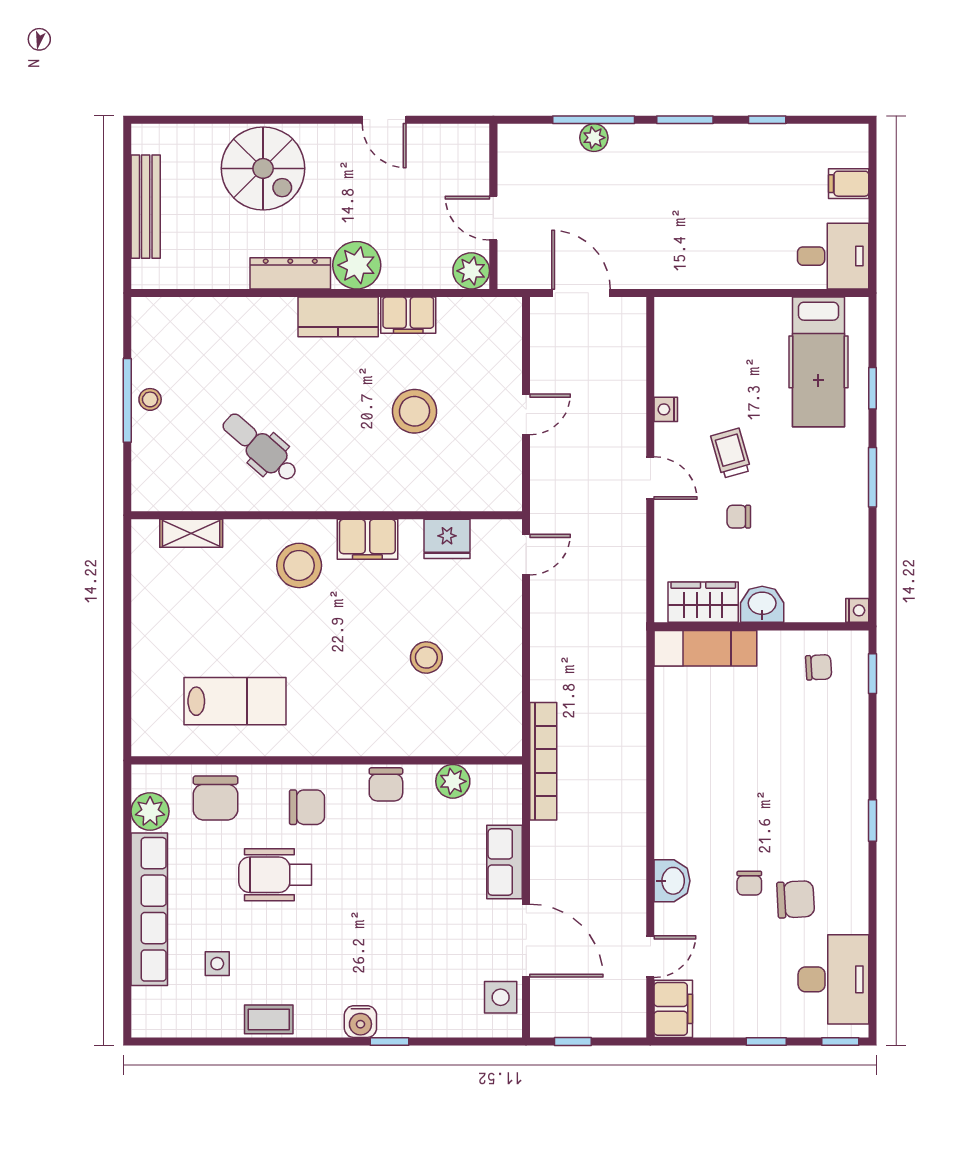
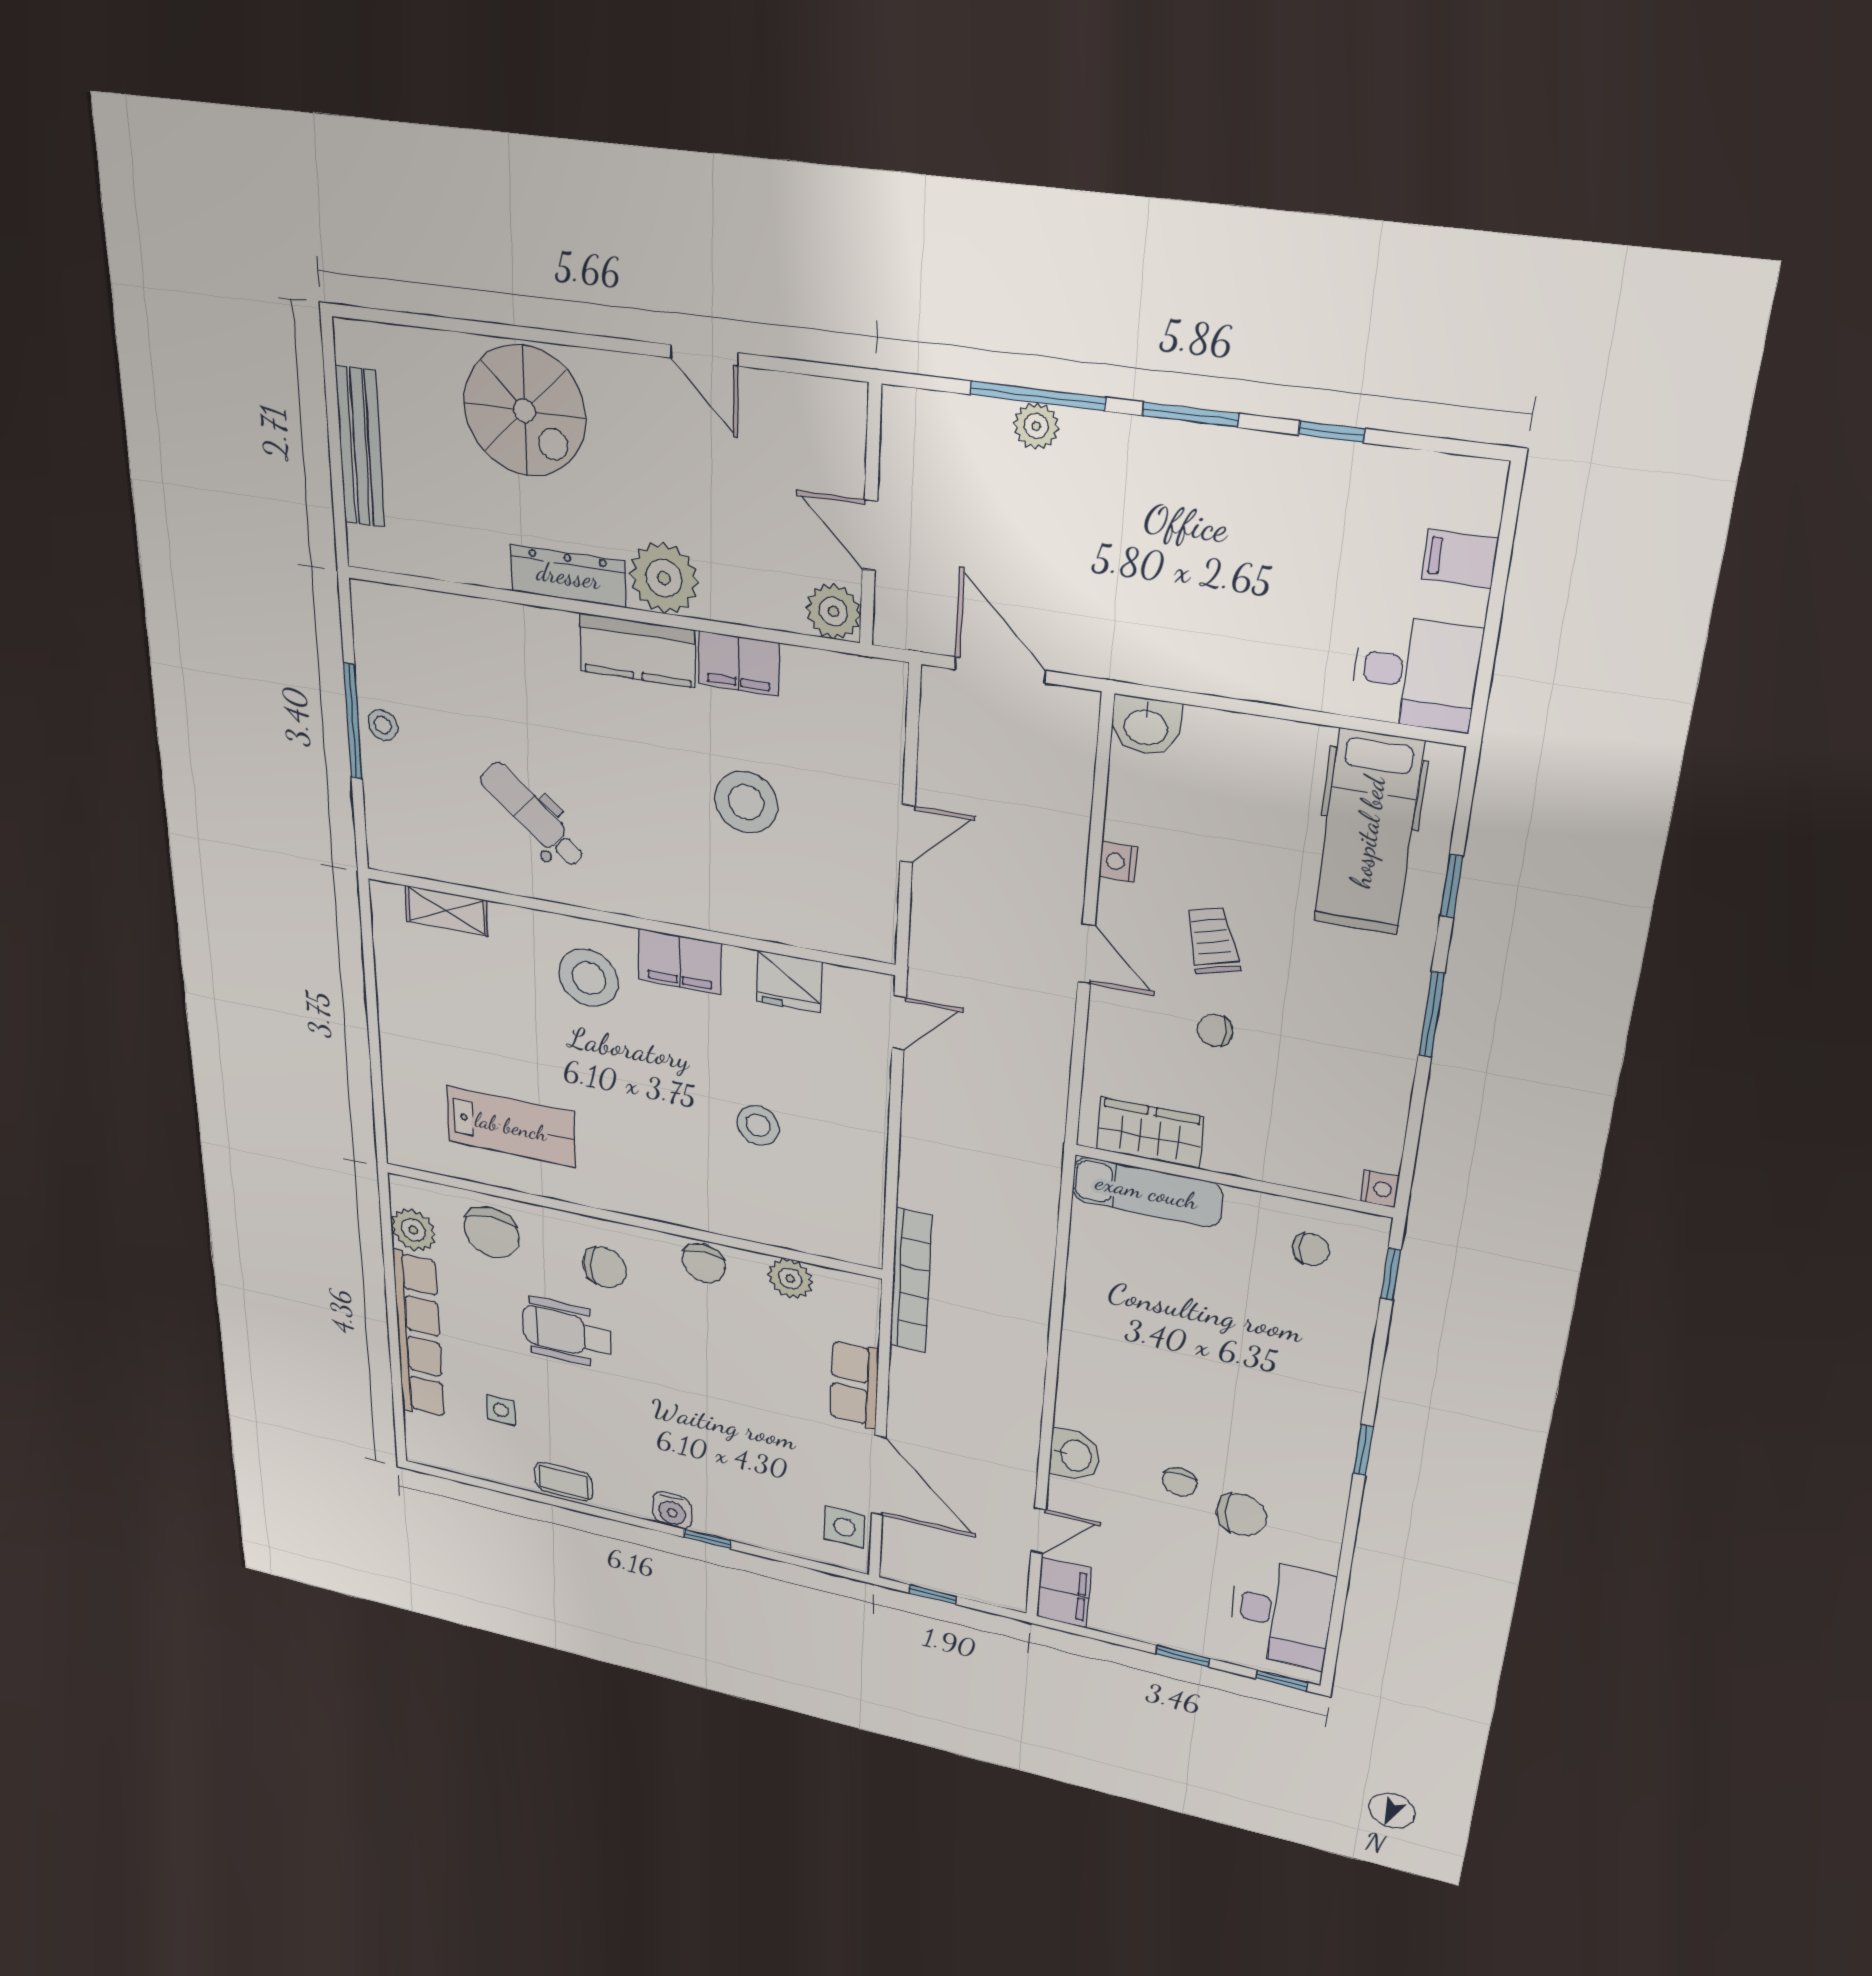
washbasin: (762, 604) -> (1146, 726), moved, turned 180

